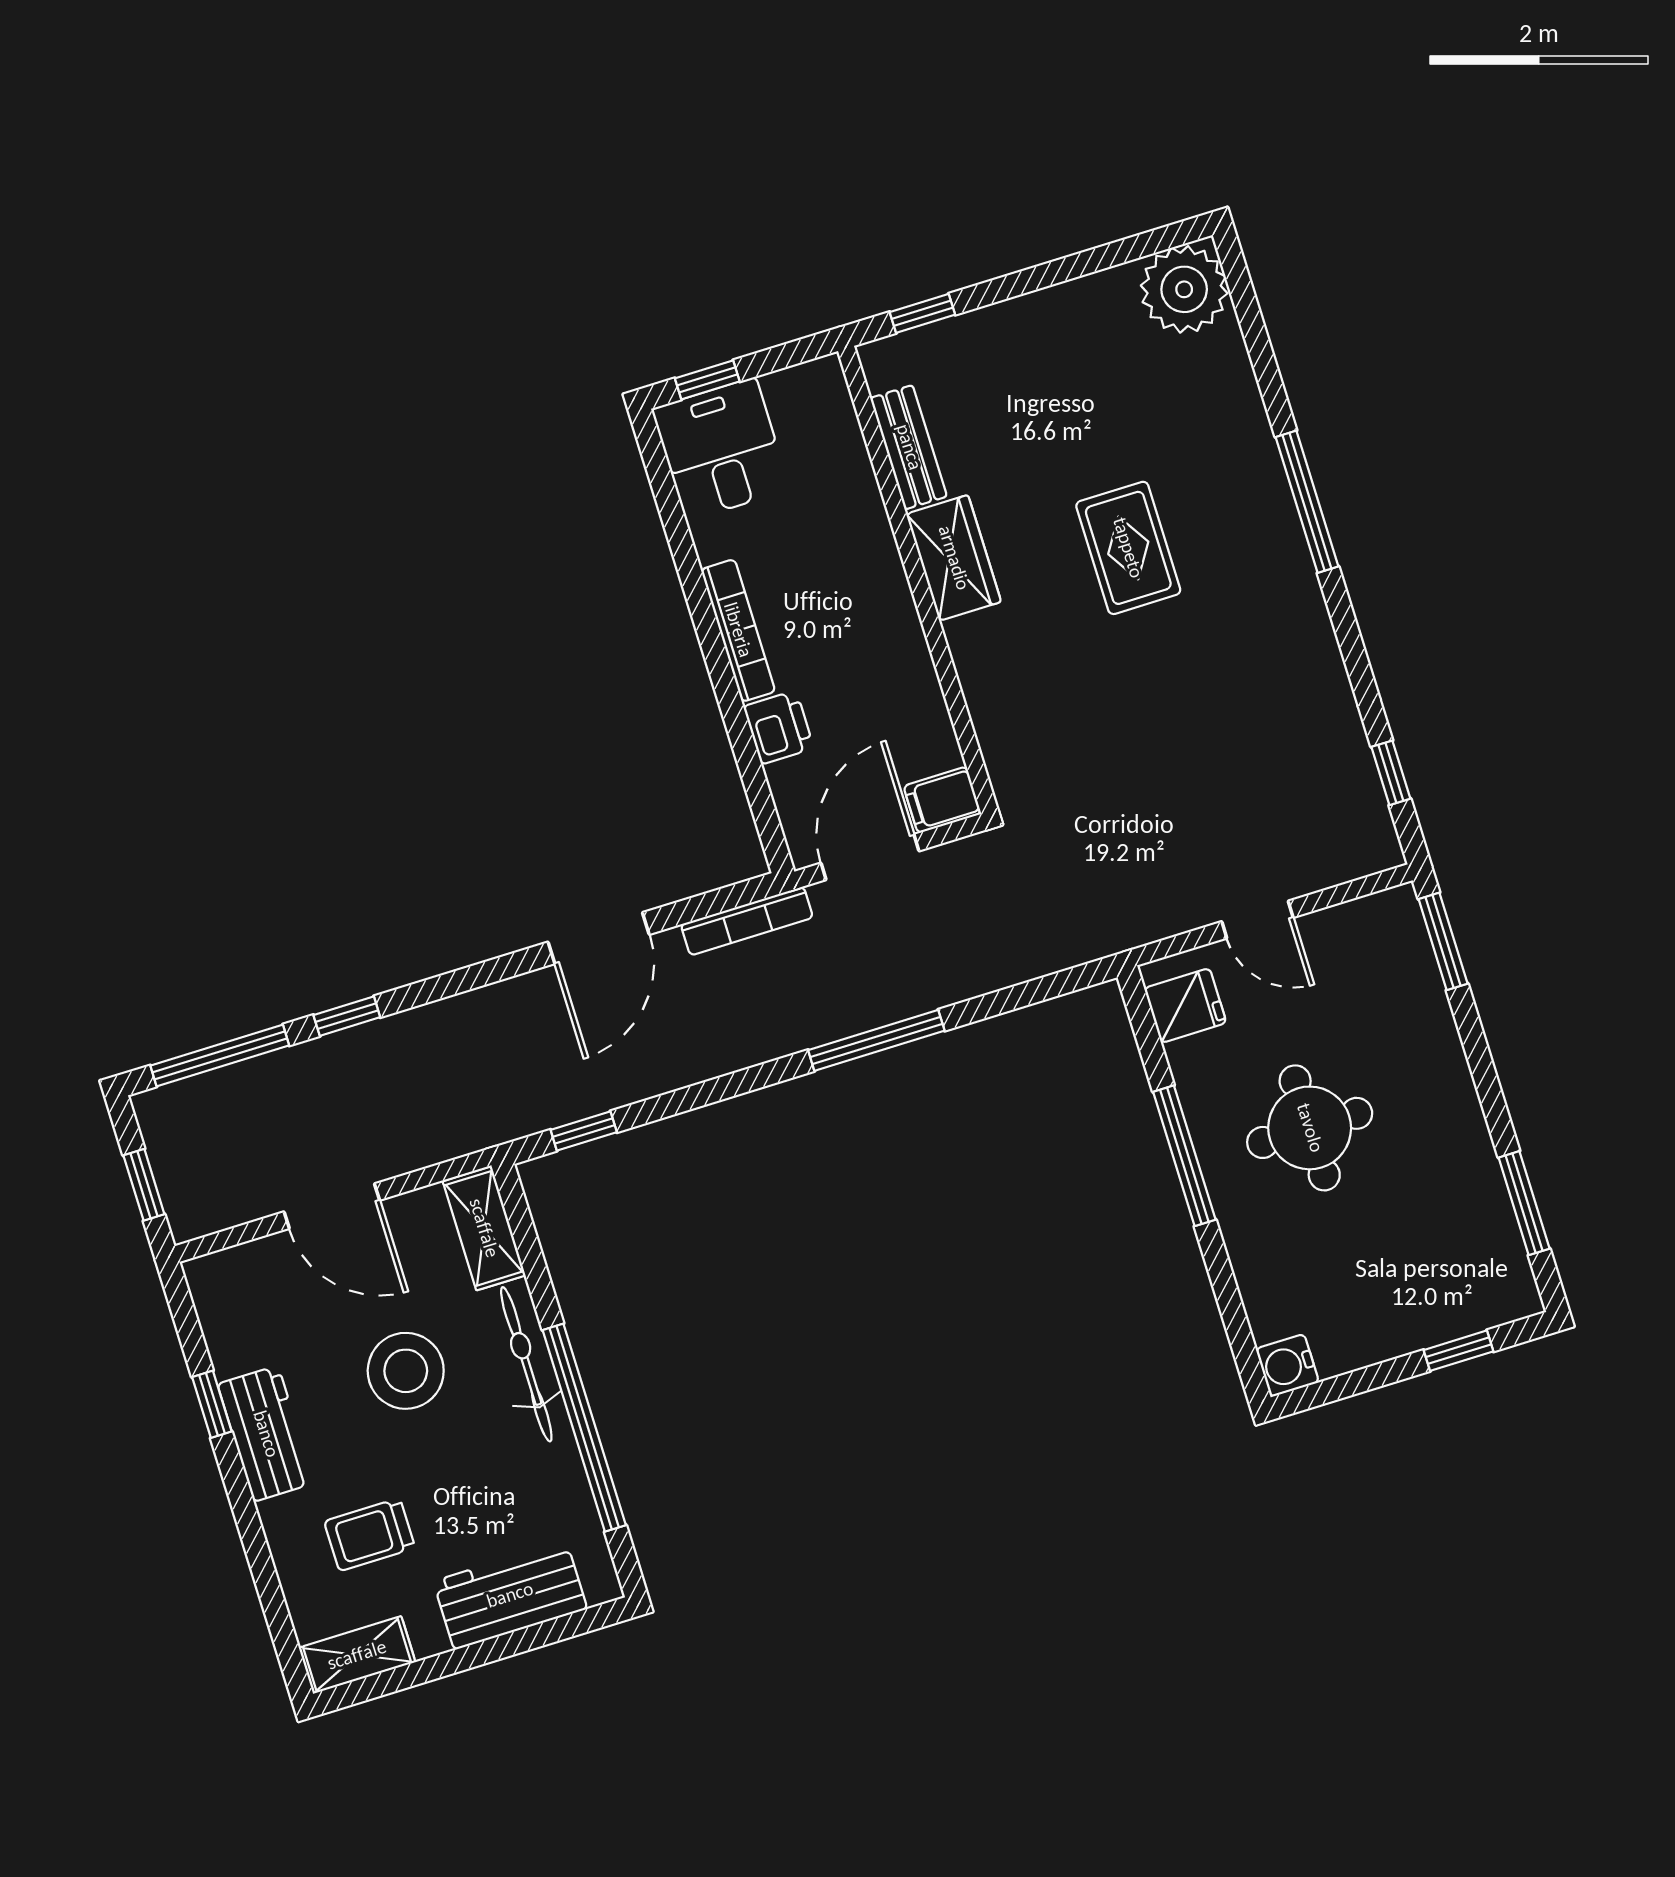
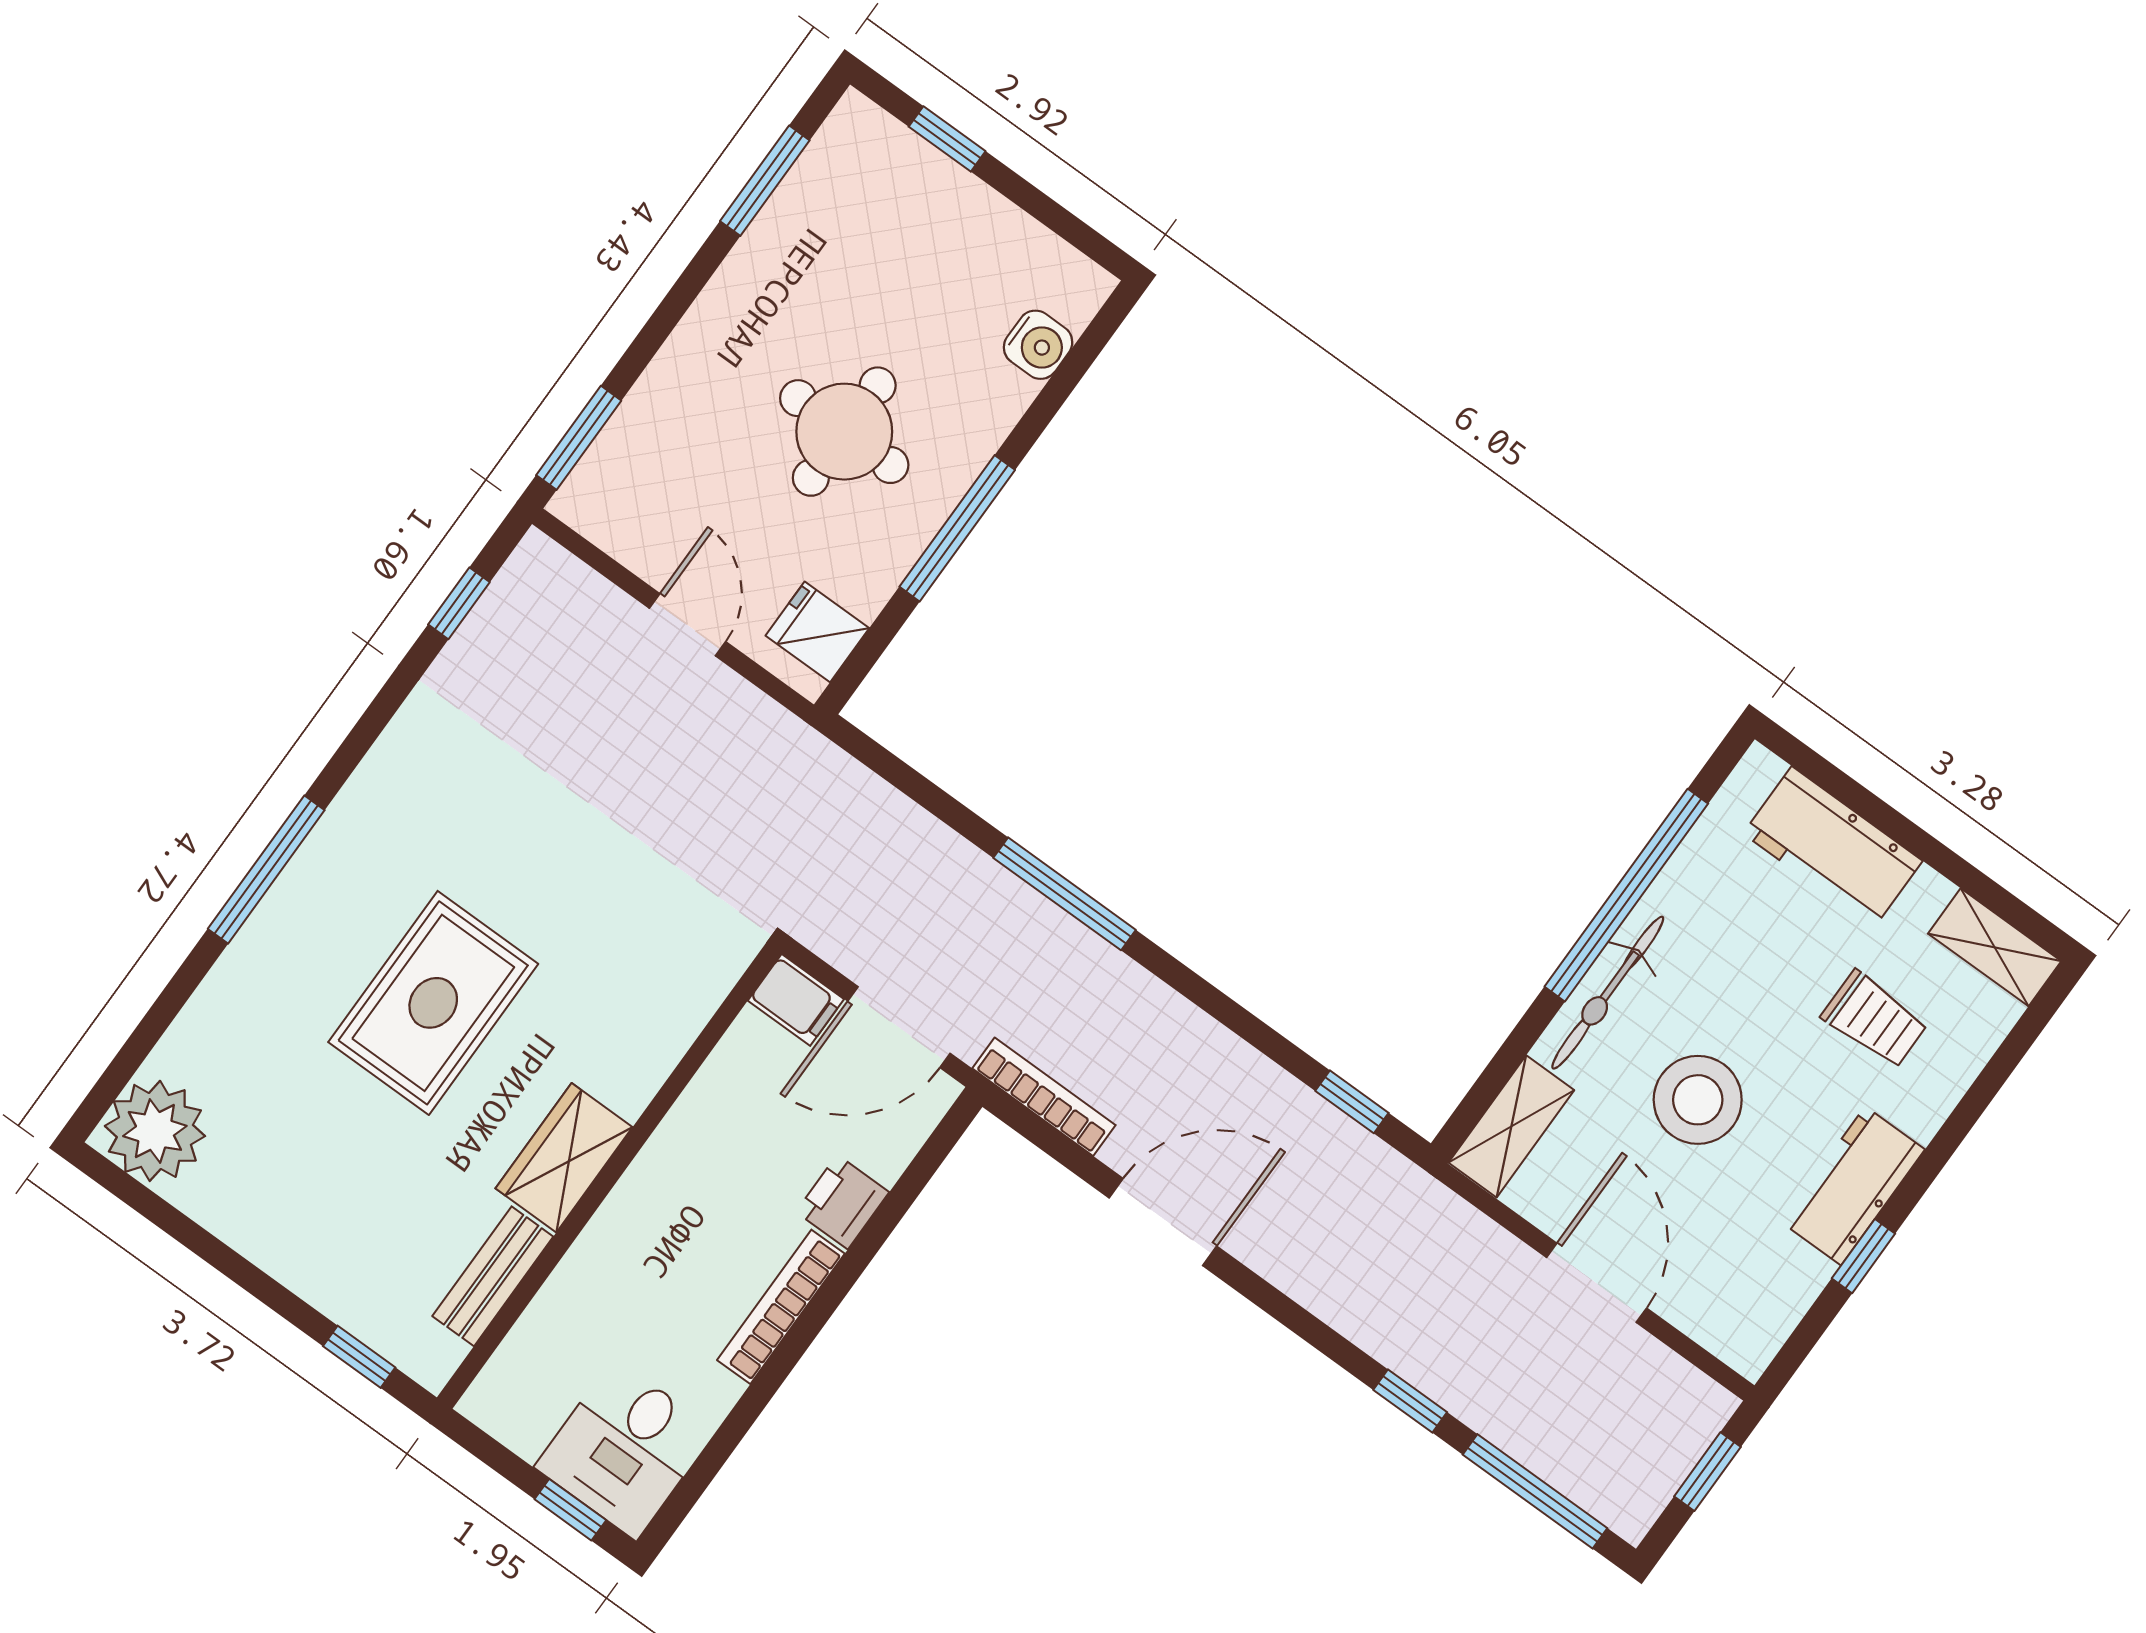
rug: (1128, 548) -> (433, 1003), width x1.36, depth x1.43
water cooler: (1287, 1366) -> (1038, 345), moved

